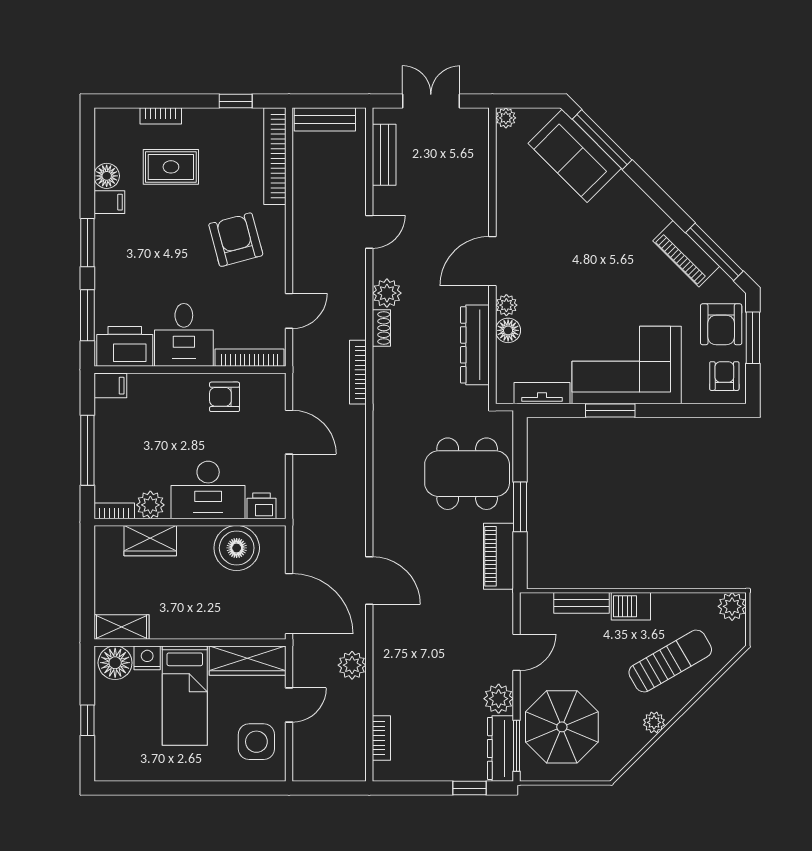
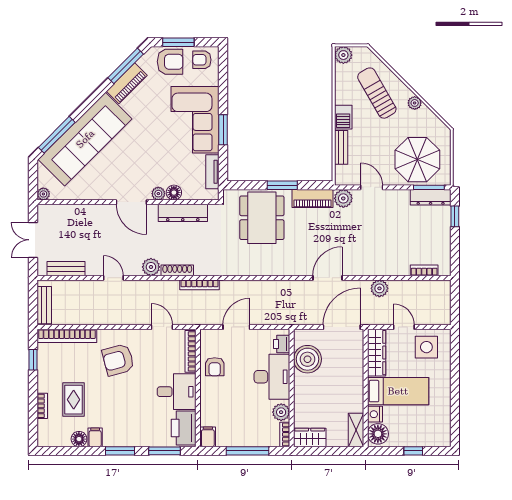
sofa: (575, 156) -> (85, 139), width x1.85, depth x1.27
shoe rack: (381, 328) -> (177, 270), width x1.43
wardrobe: (150, 541) -> (310, 437), moved, turned -90
plant: (499, 699) -> (343, 198), moved

